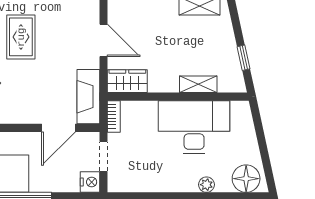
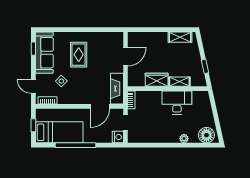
door: (104, 40) -> (125, 57), hinge flipped
wardrobe: (127, 81) -> (157, 80), moved
desk: (194, 127) -> (177, 102), width x0.73, depth x0.77

